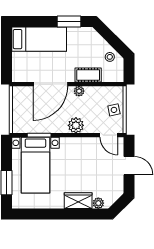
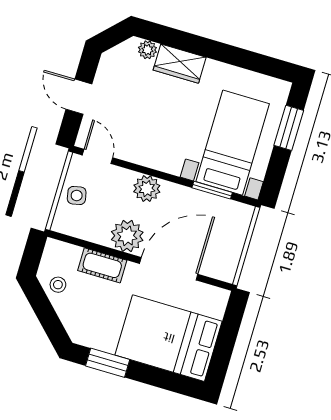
bed: (39, 39) -> (169, 338), width x1.50
plant: (79, 91) -> (127, 236), width x1.87, depth x1.87

